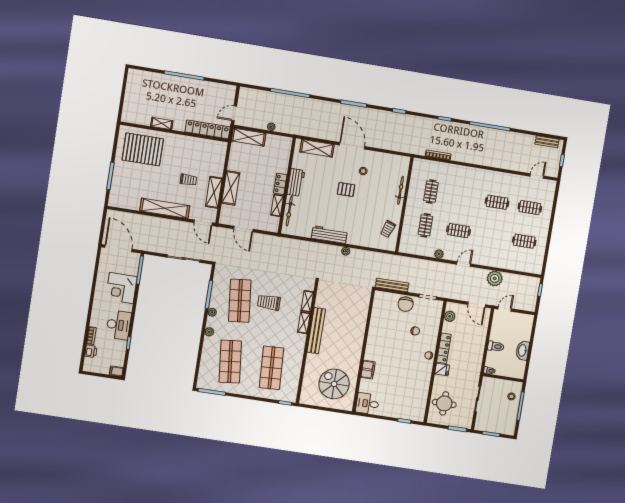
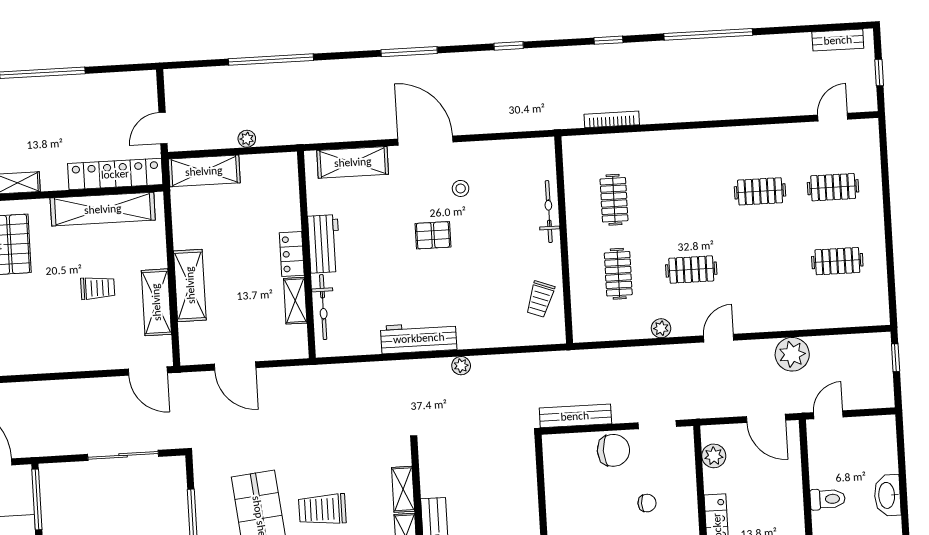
shelving: (165, 208) -> (103, 209), moved
chair: (406, 304) -> (613, 450), turned -90

